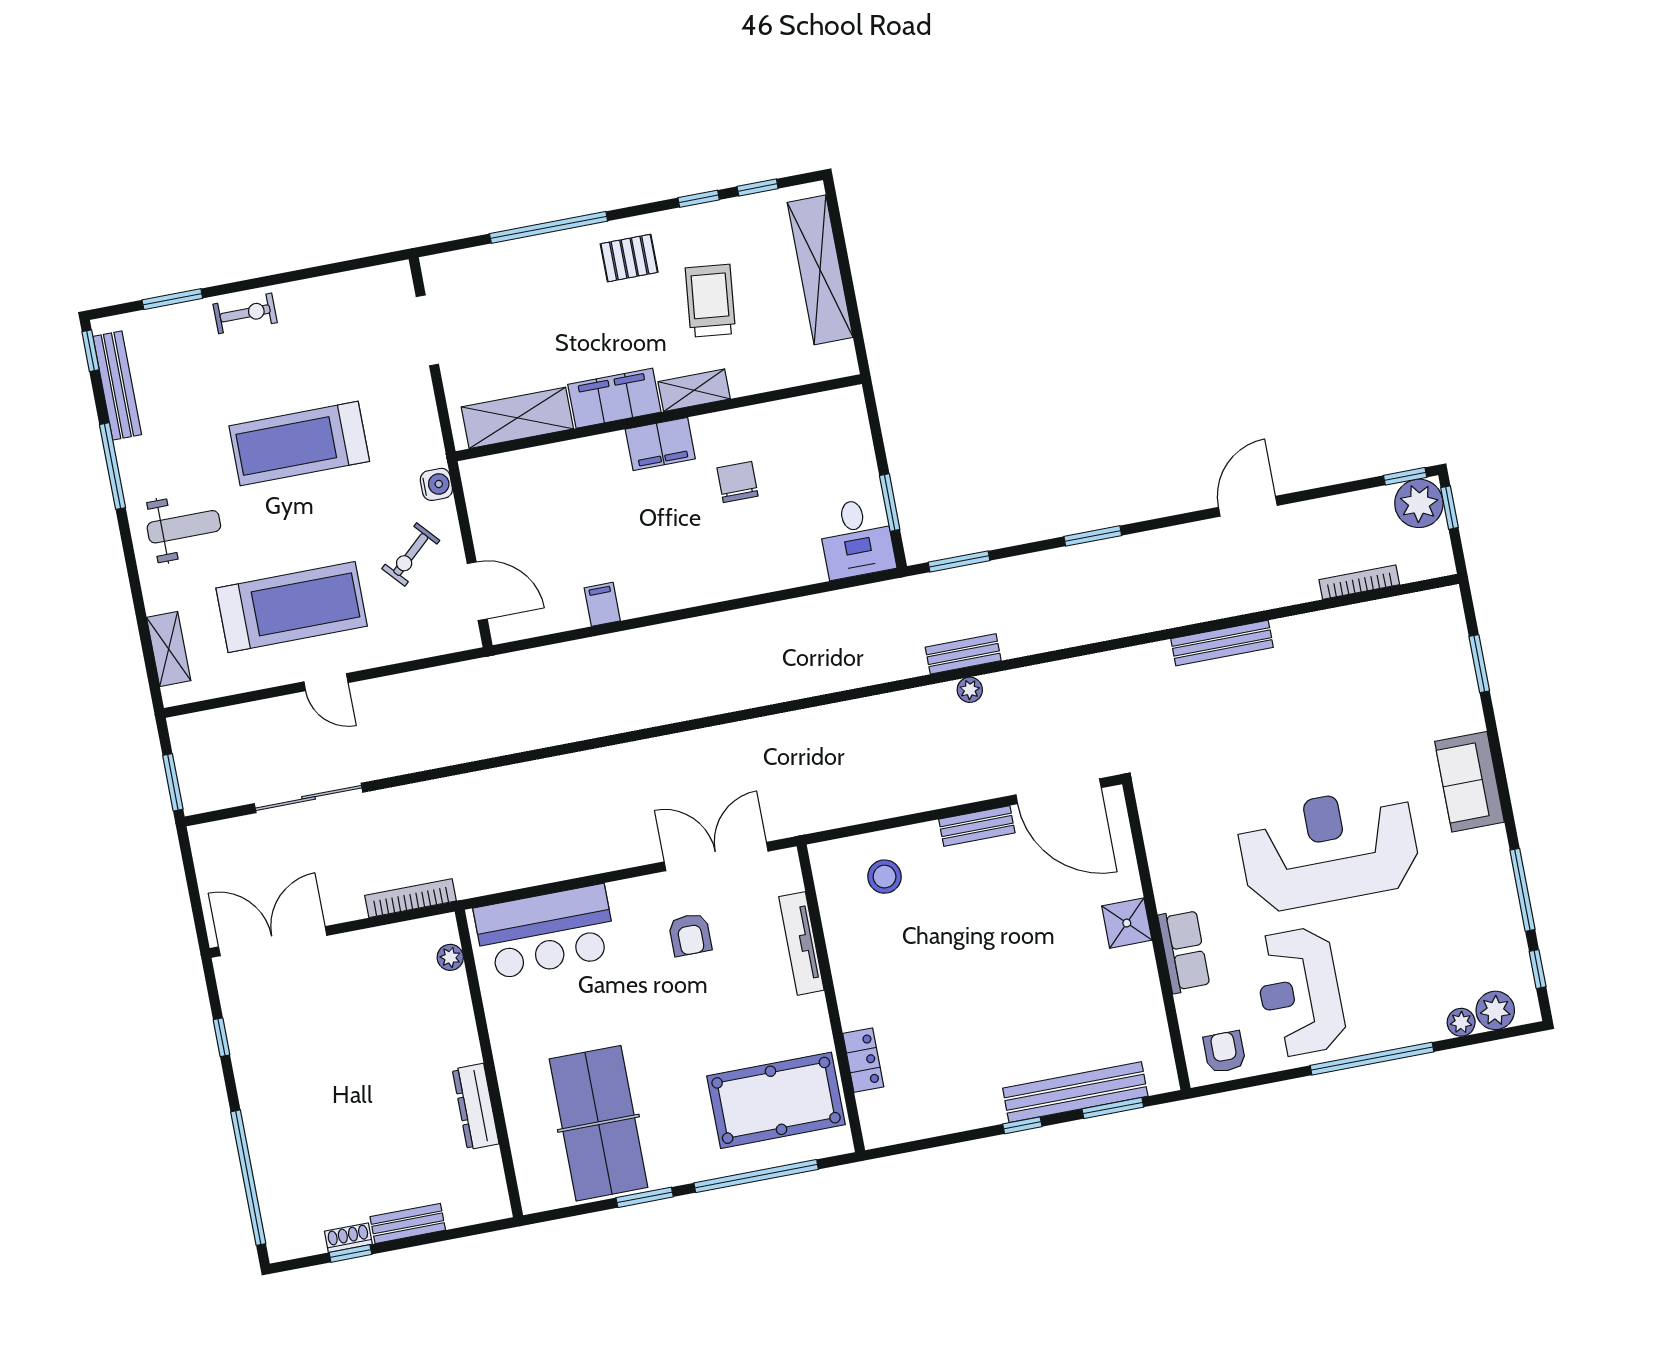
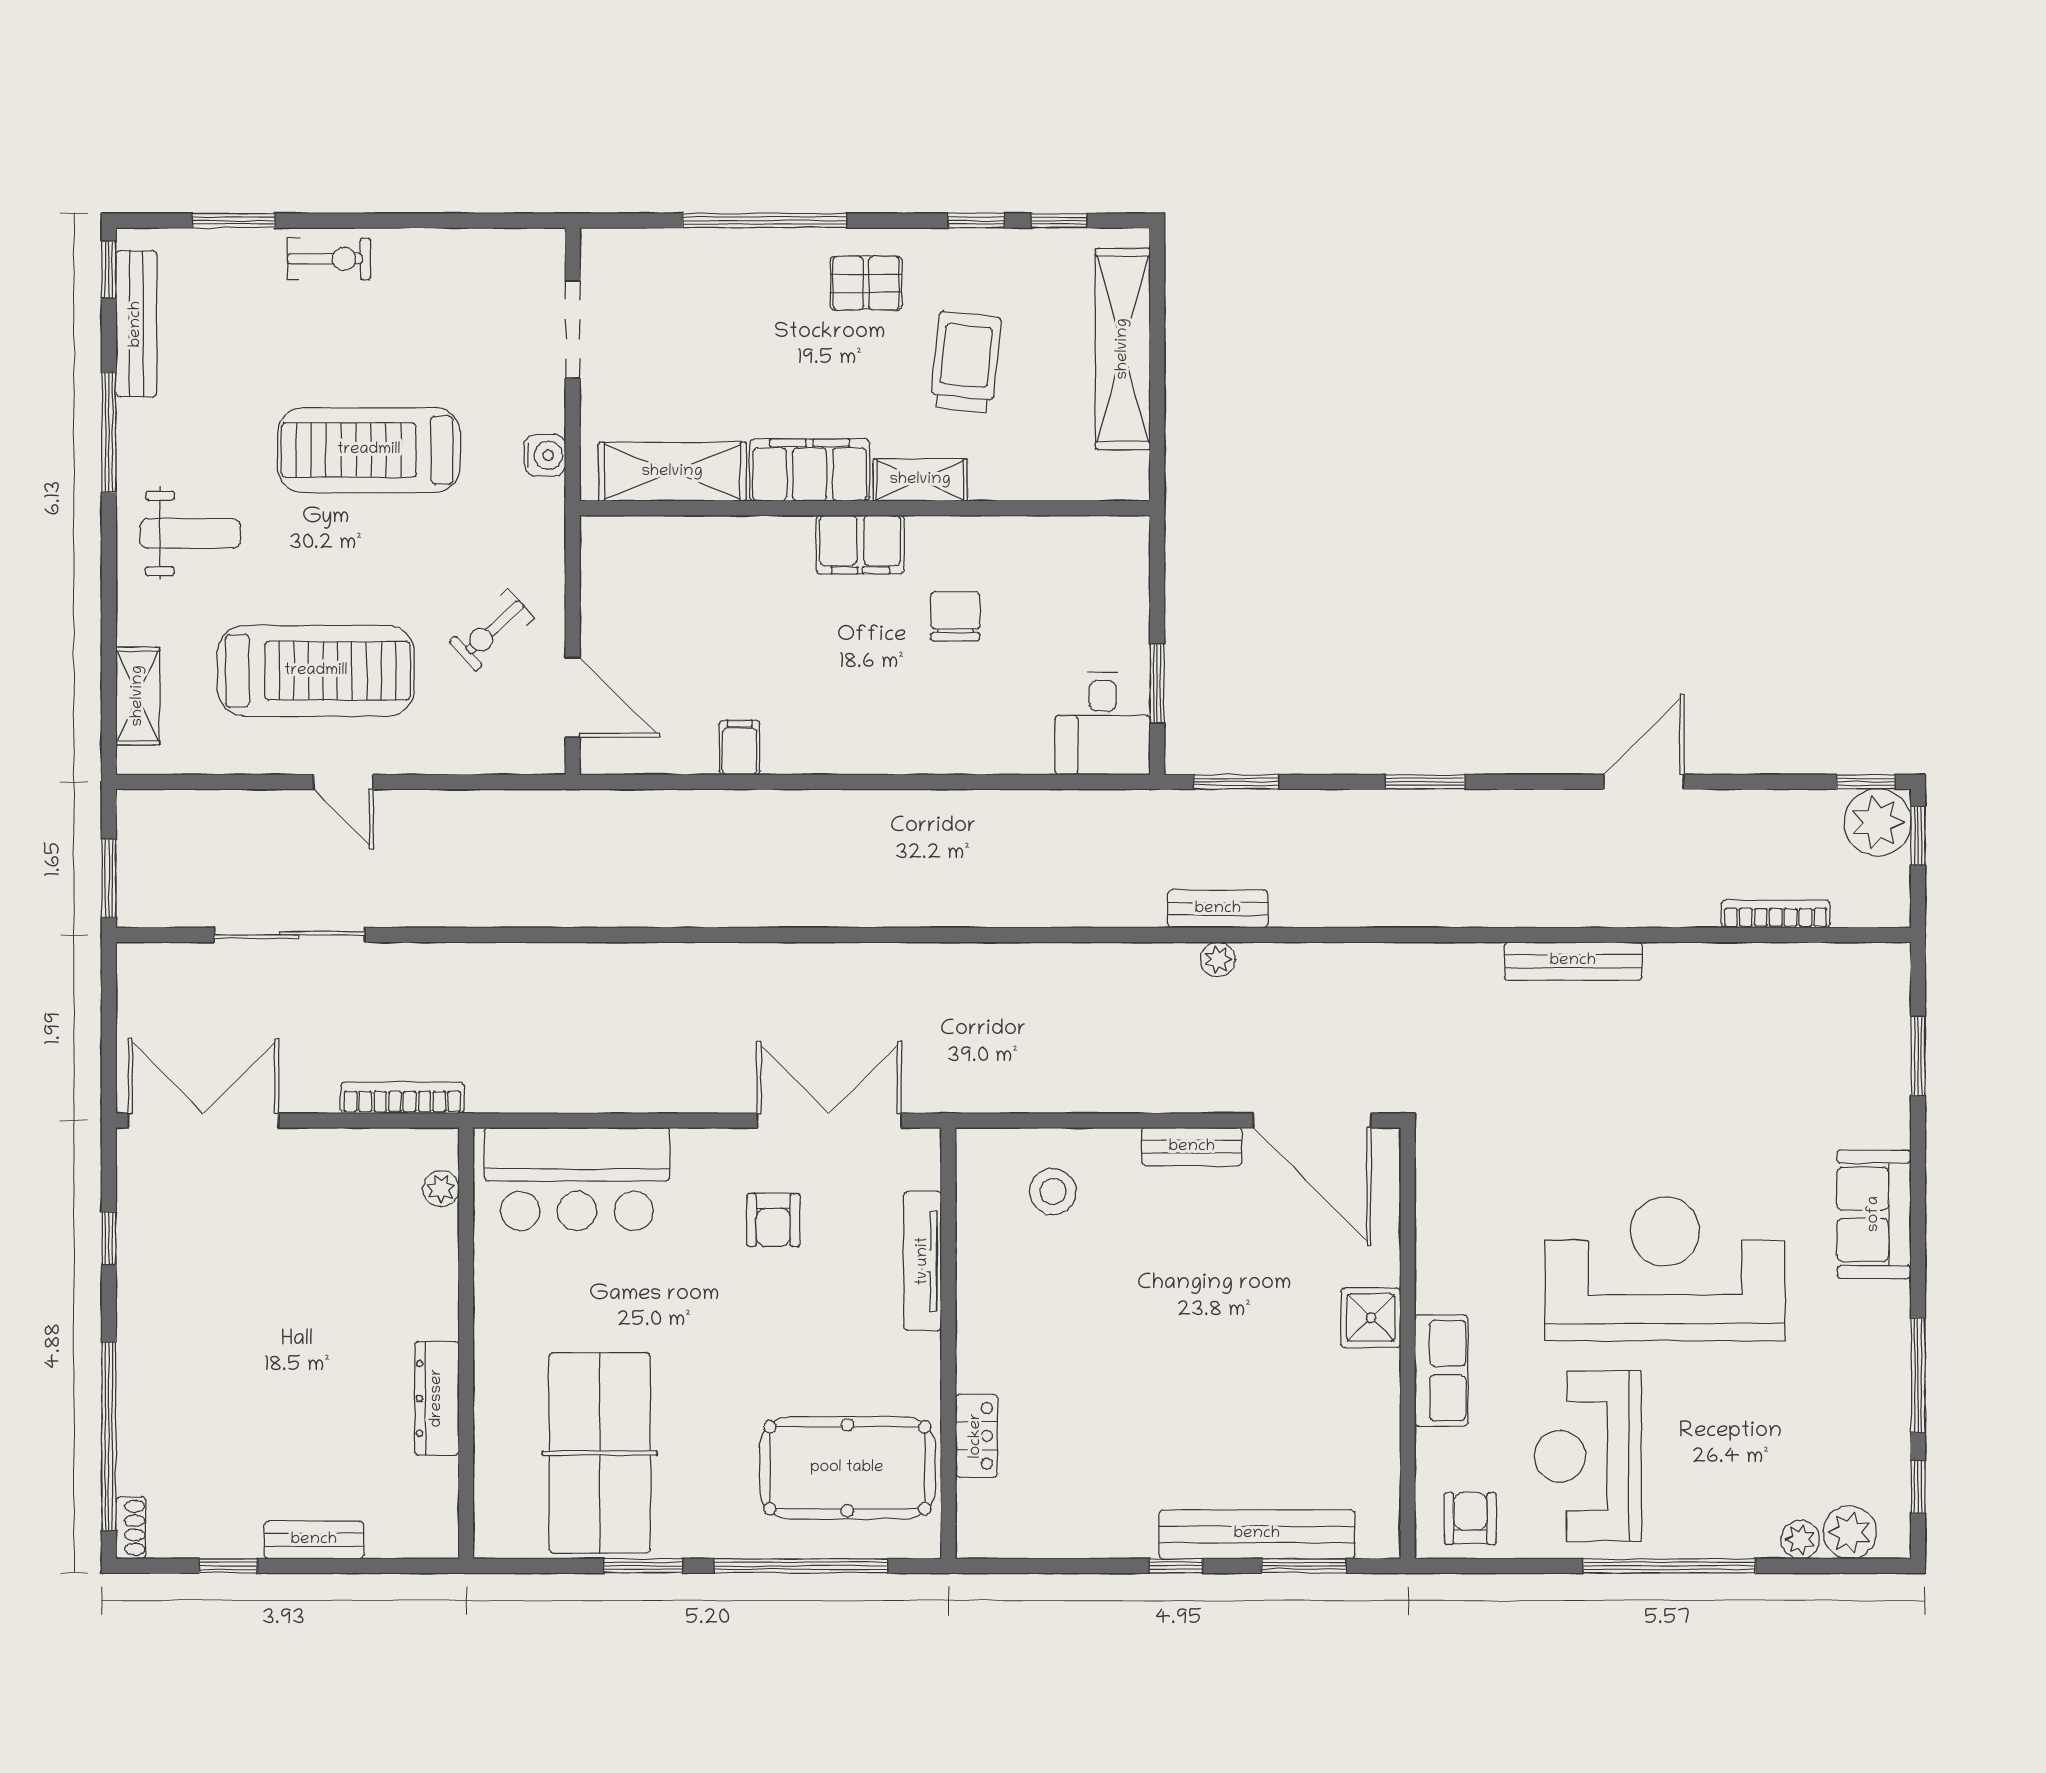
water cooler: (436, 484) -> (545, 455), moved
shoe rack: (348, 1238) -> (131, 1528), moved, turned 90

